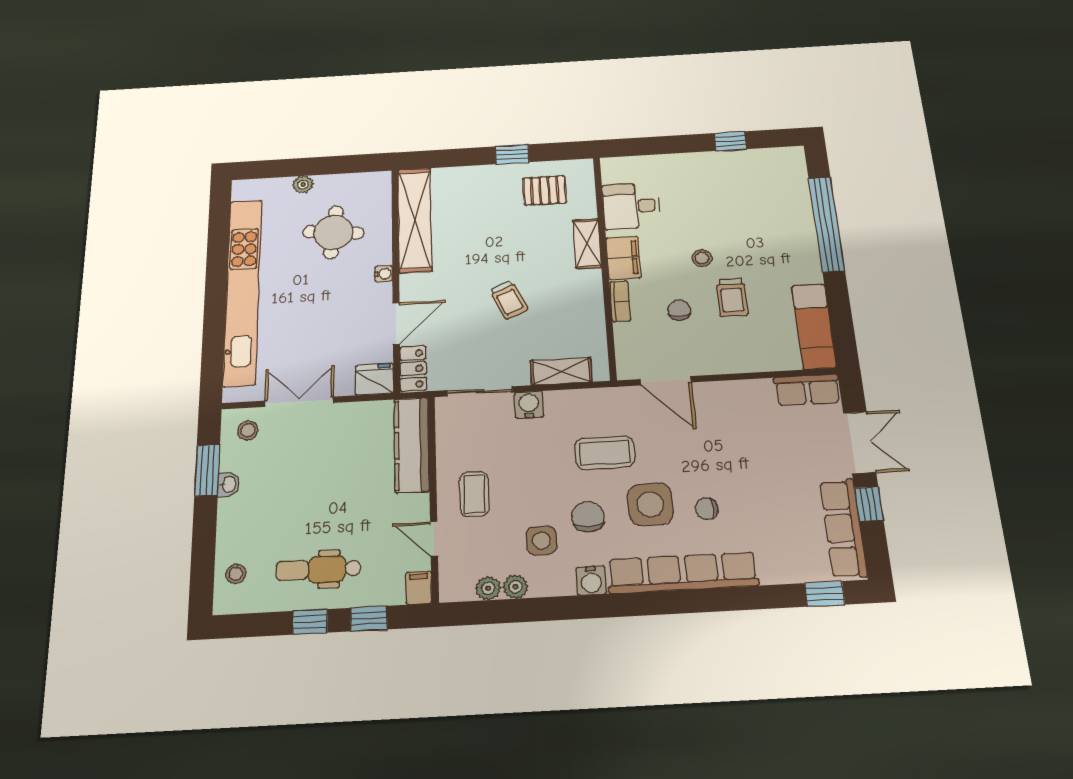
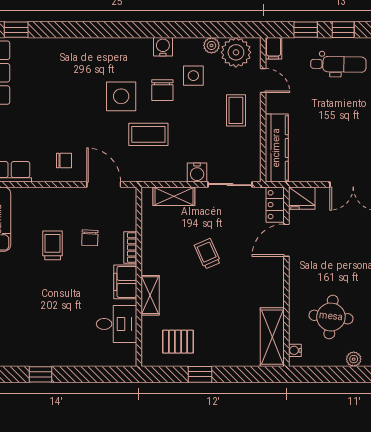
shelving: (415, 220) -> (272, 337), width x0.68
stool: (702, 258) -> (70, 278), removed
water cooler: (384, 274) -> (295, 350), moved
chair: (707, 509) -> (64, 161), moved
row of seats: (683, 573) -> (104, 49), removed
plant: (488, 588) -> (236, 52), width x1.88, depth x1.88

